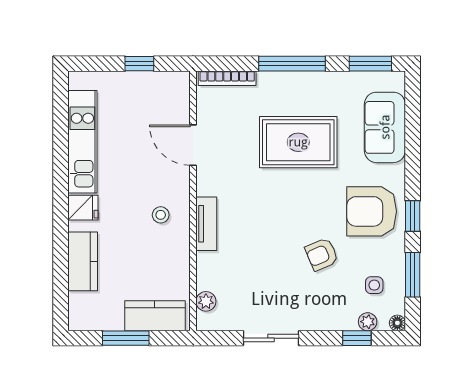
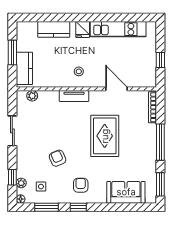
rug: (298, 142) -> (105, 136), moved
door: (193, 145) -> (116, 89), hinge flipped
armchair: (372, 211) -> (81, 185), width x0.53, depth x0.53

